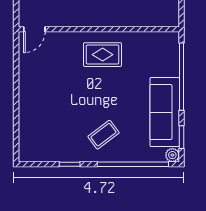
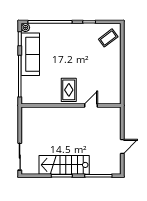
door: (34, 29) -> (91, 105), moved
rug: (103, 55) -> (69, 90), turned 90
coffee table: (103, 135) -> (108, 38), moved

